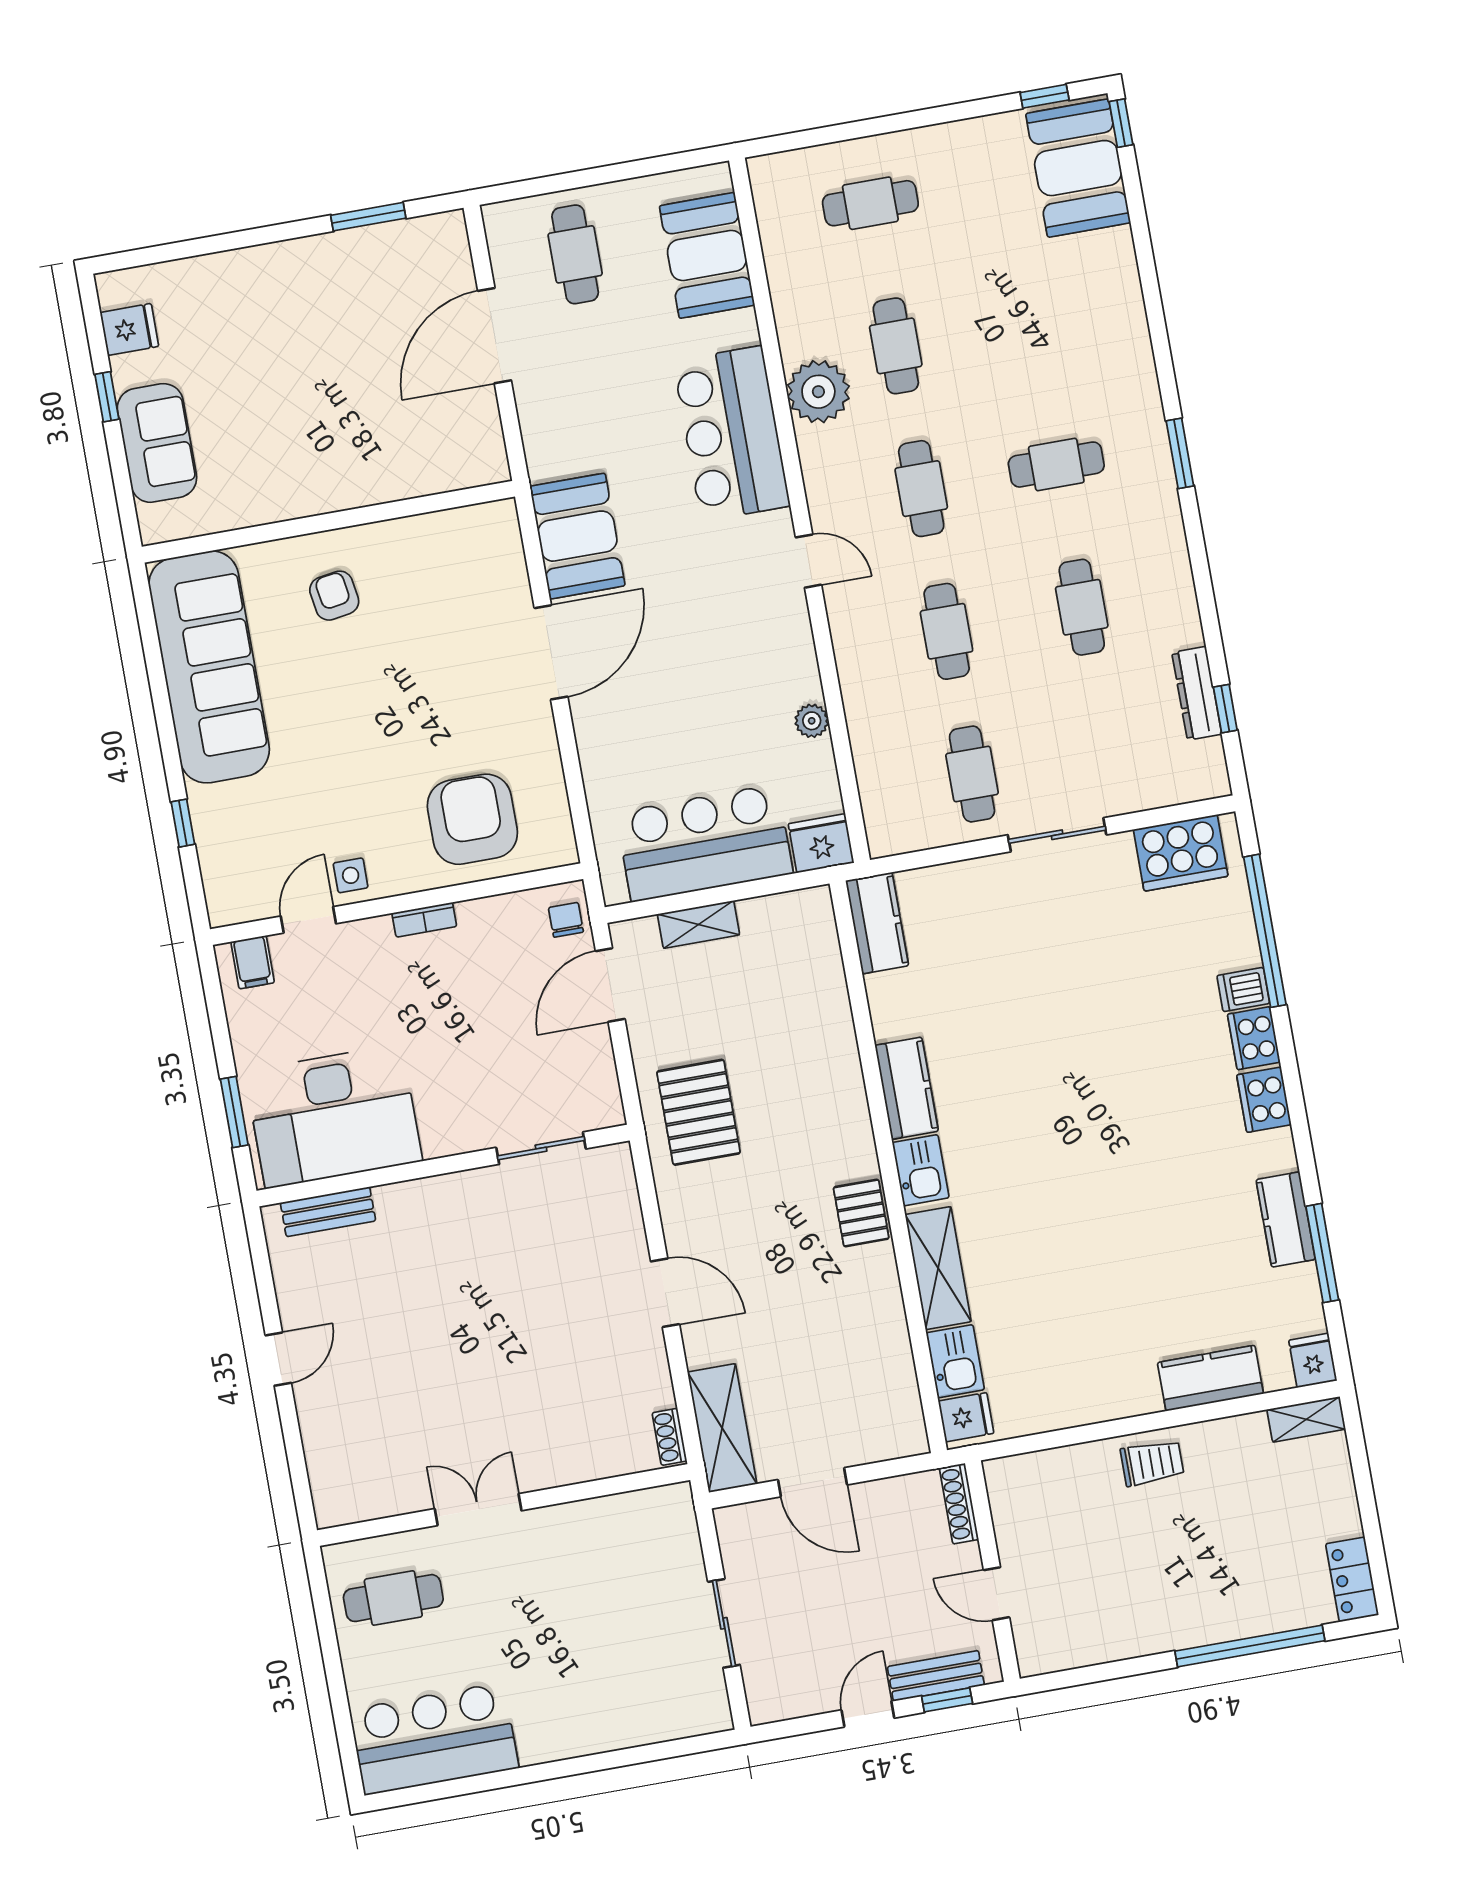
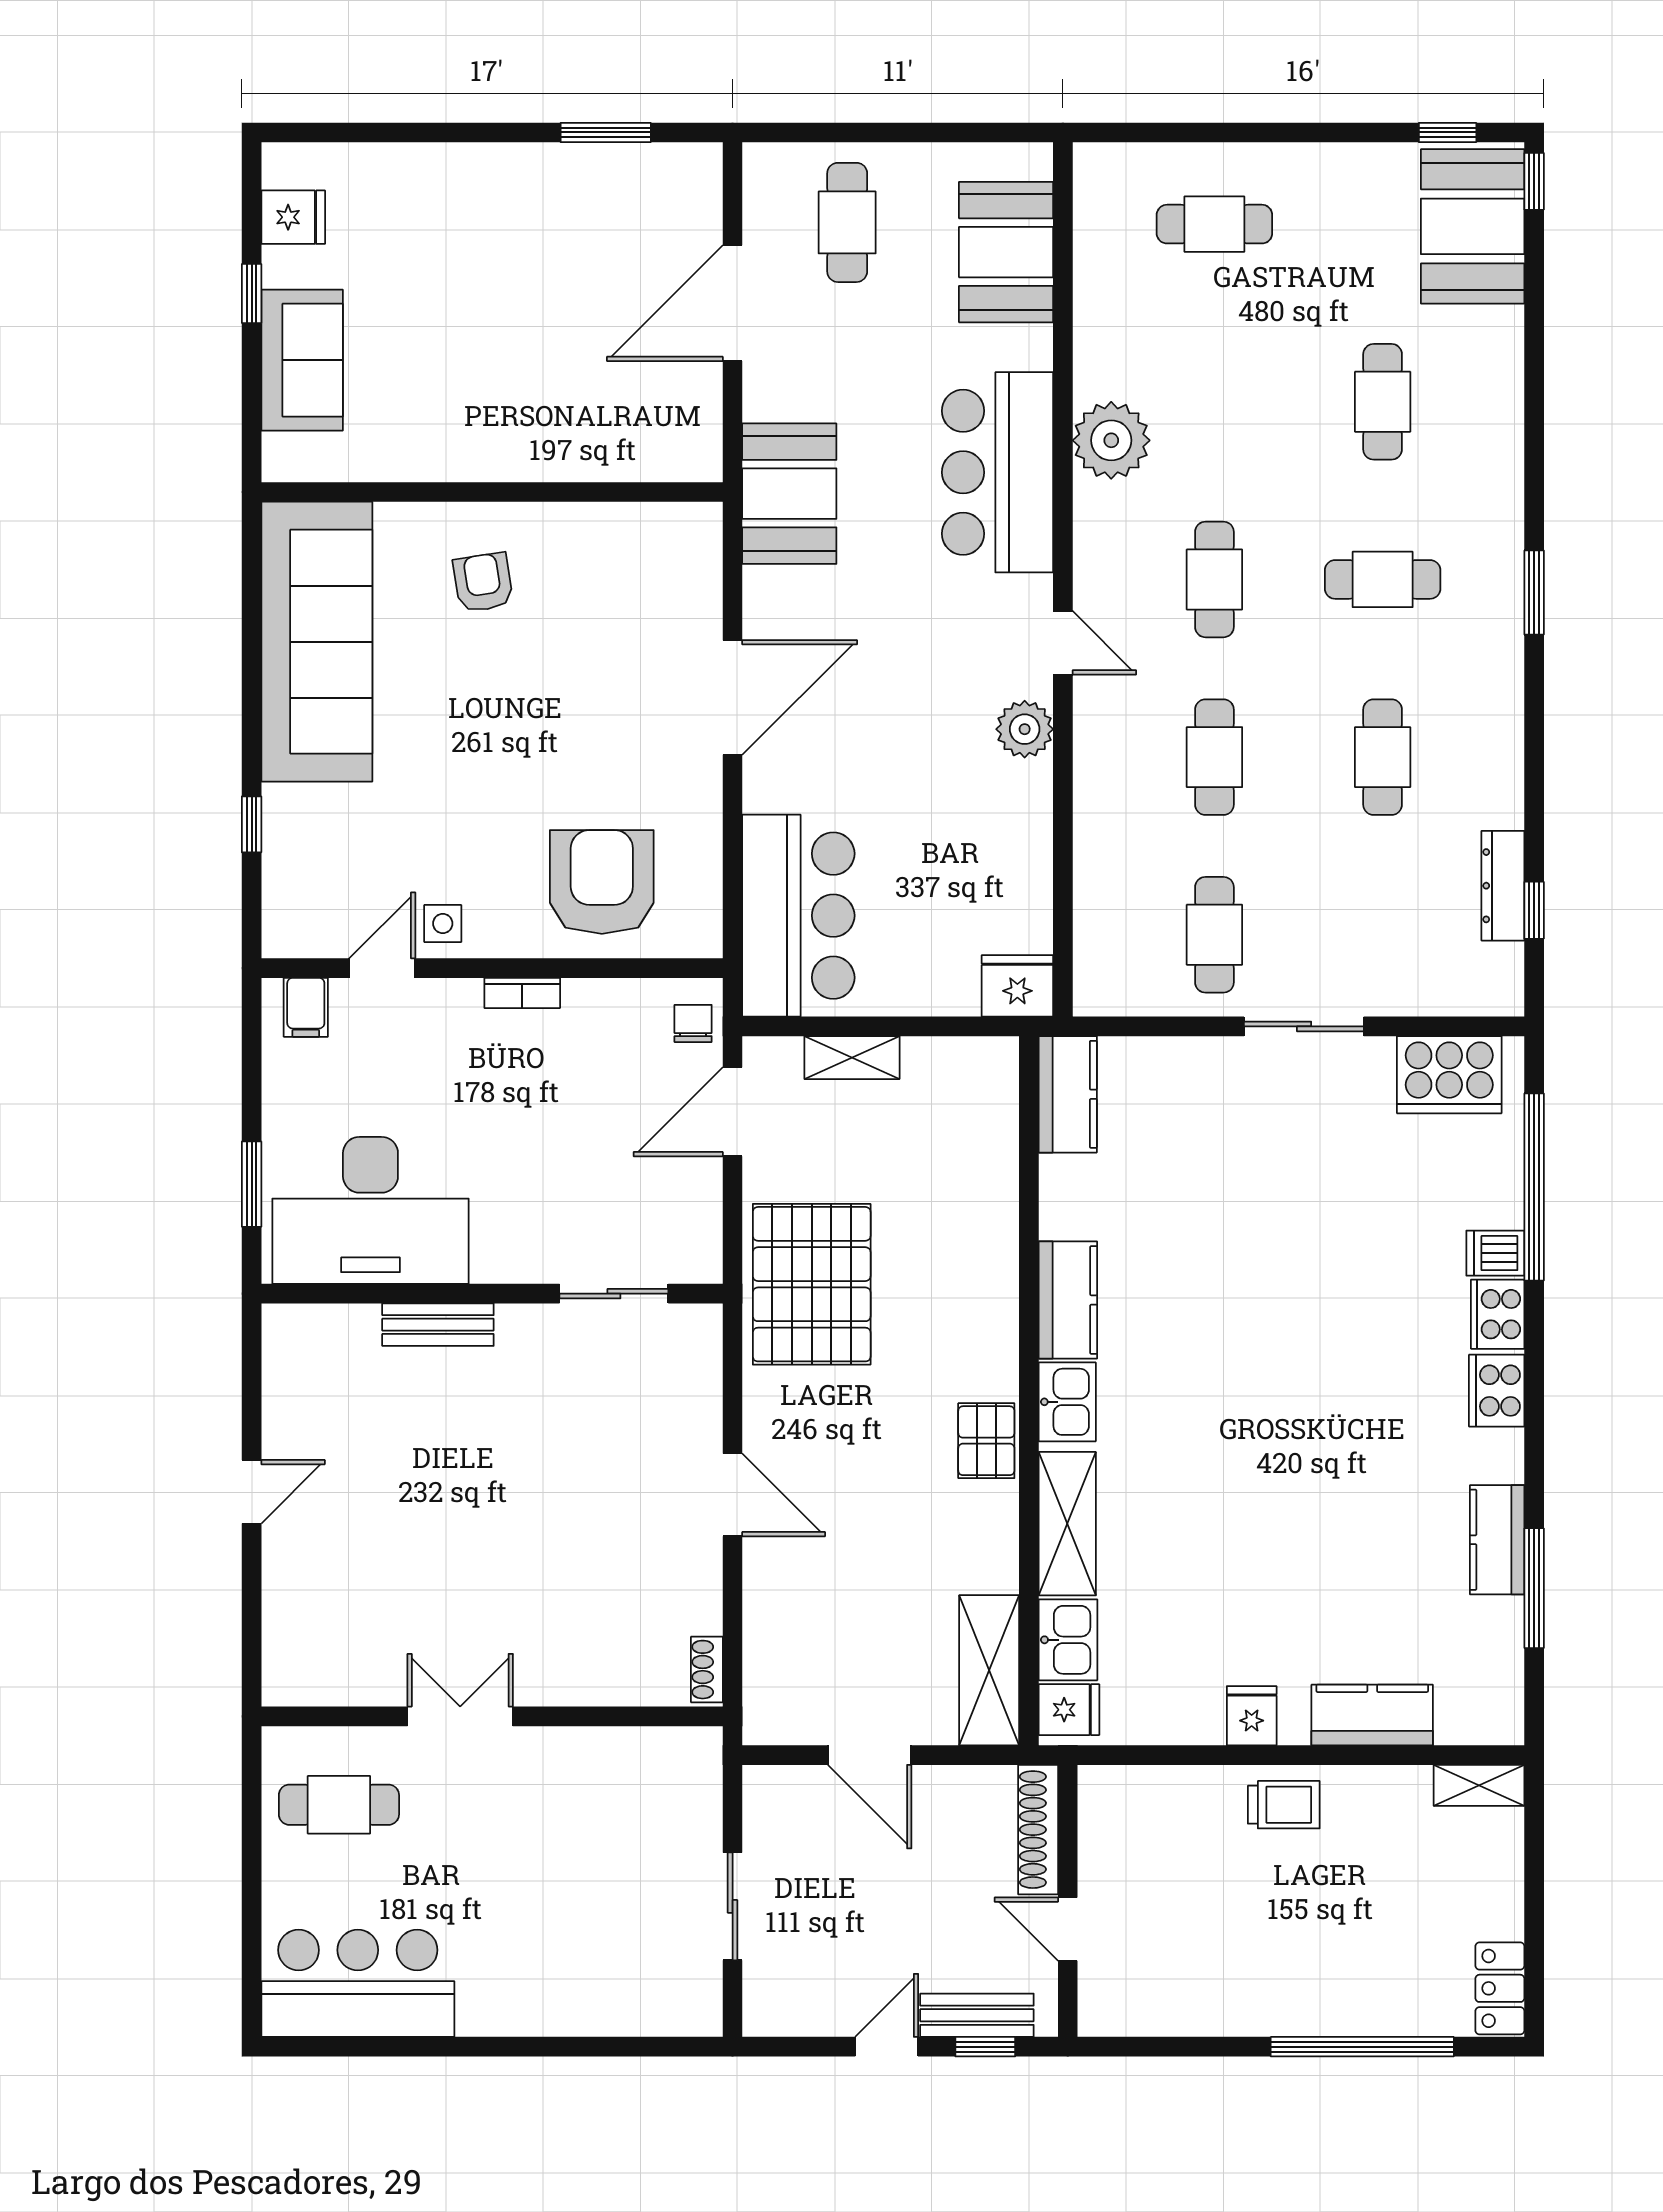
cafe table: (896, 346) -> (1383, 402), moved
booth: (577, 536) -> (789, 494), moved
plant: (812, 721) -> (1025, 729), moved, width x1.38, depth x1.38
bar counter: (704, 843) -> (798, 916), moved, turned 90
pallet: (698, 1112) -> (812, 1284), width x1.37, depth x1.41
bench: (328, 1212) -> (438, 1325), moved
fridge: (1313, 1360) -> (1252, 1716), moved
shelving: (722, 1428) -> (989, 1670), moved
shoe rack: (959, 1504) -> (1038, 1830), width x1.36, depth x1.24

